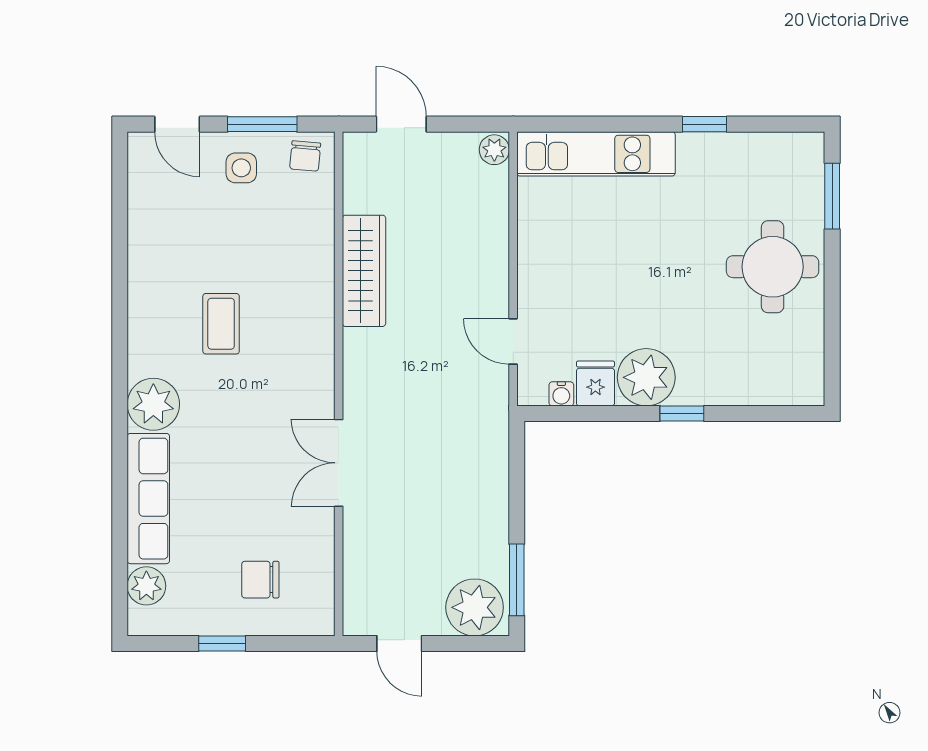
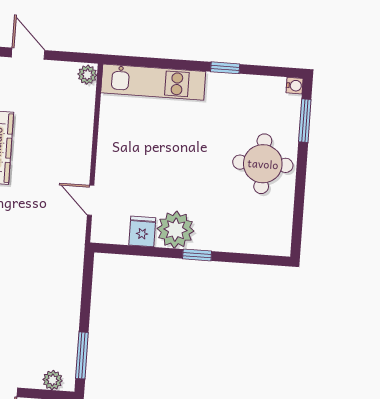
water cooler: (561, 394) -> (295, 86), moved, turned -90
plant: (475, 607) -> (53, 380), width x0.53, depth x0.53

